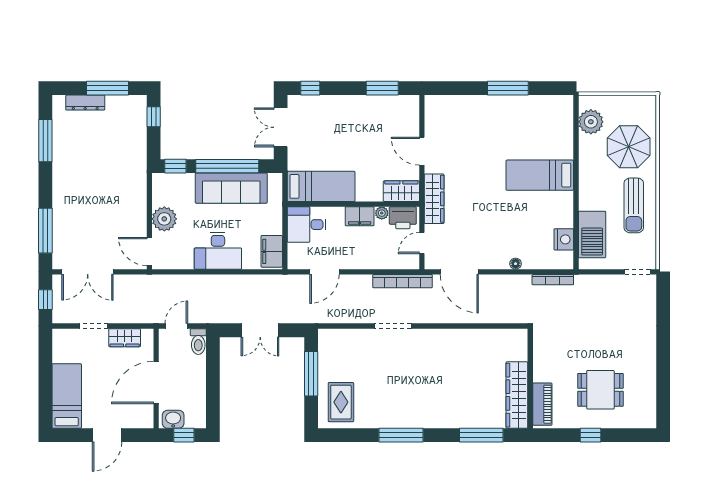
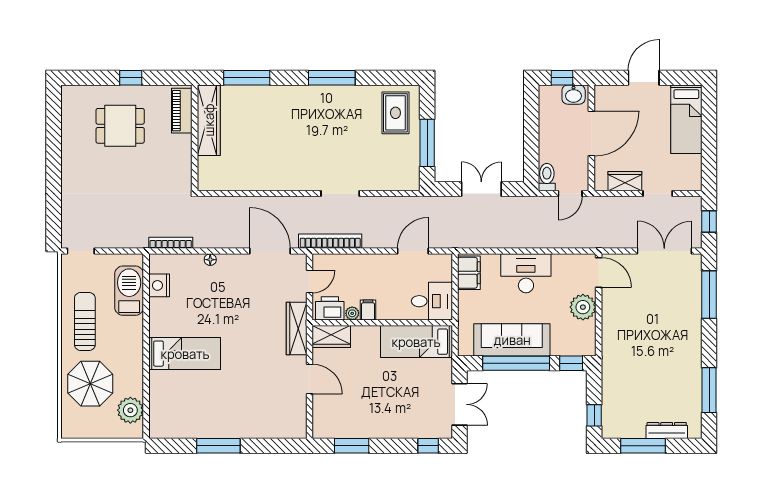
filing cabinet: (360, 216) -> (368, 310), width x0.50

